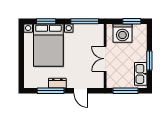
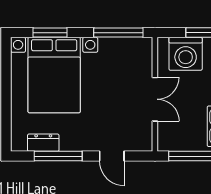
double door: (105, 59) -> (155, 99), swing flipped
dresser: (57, 83) -> (43, 143), moved

